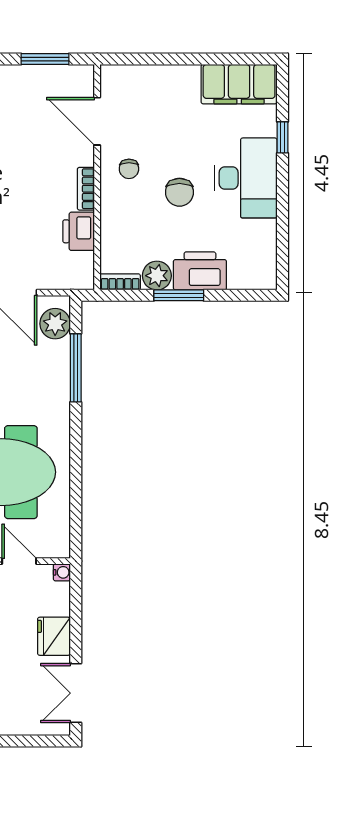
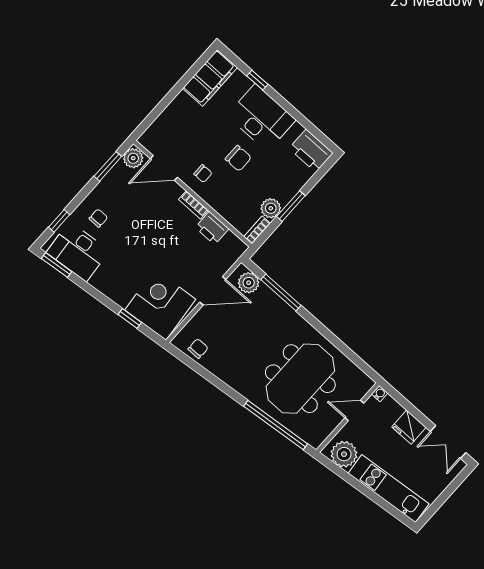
plant: (78, 79) -> (133, 158), added
printer: (200, 271) -> (311, 151), moved, turned -90

